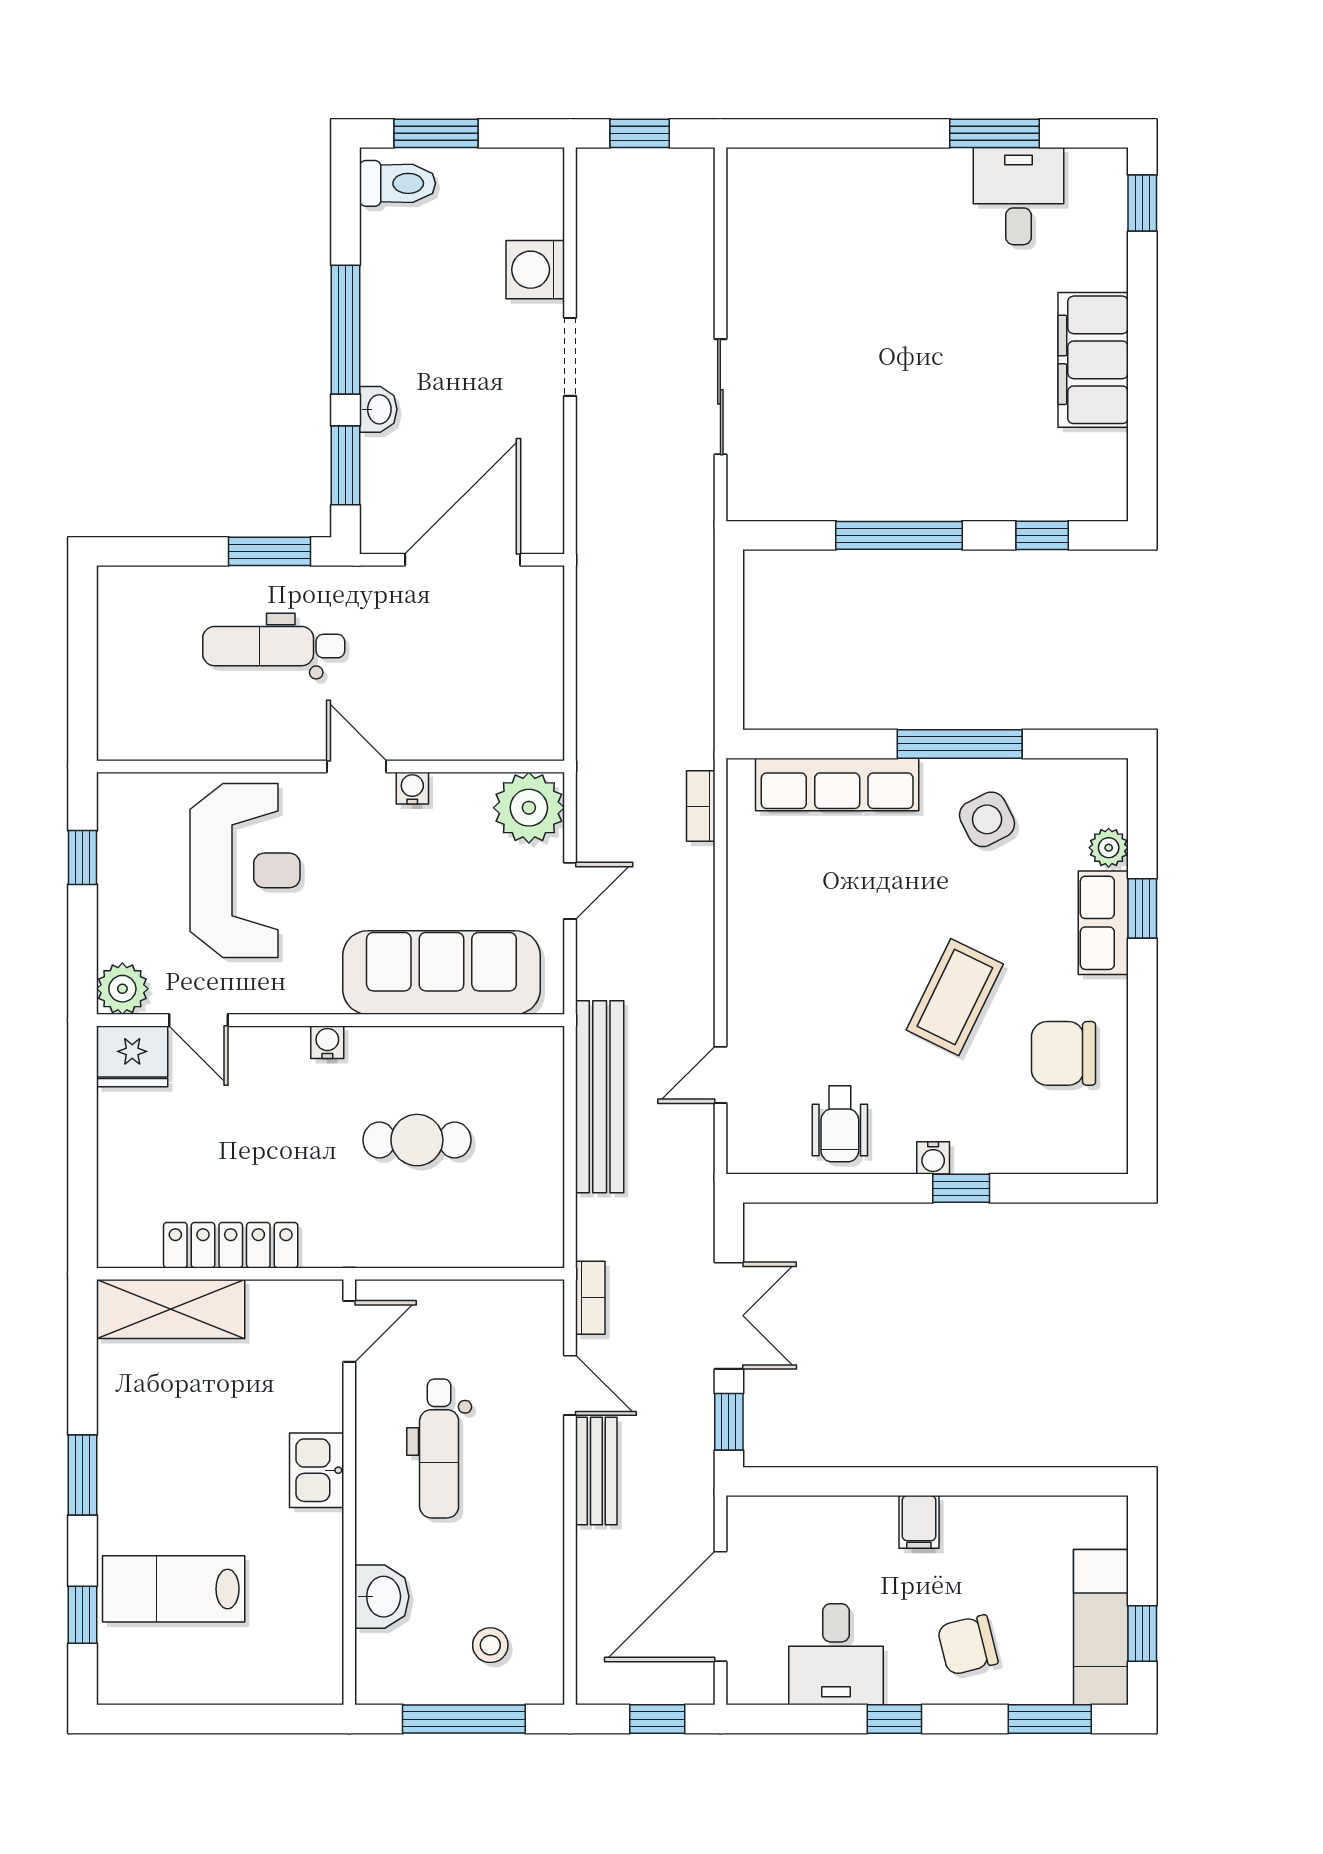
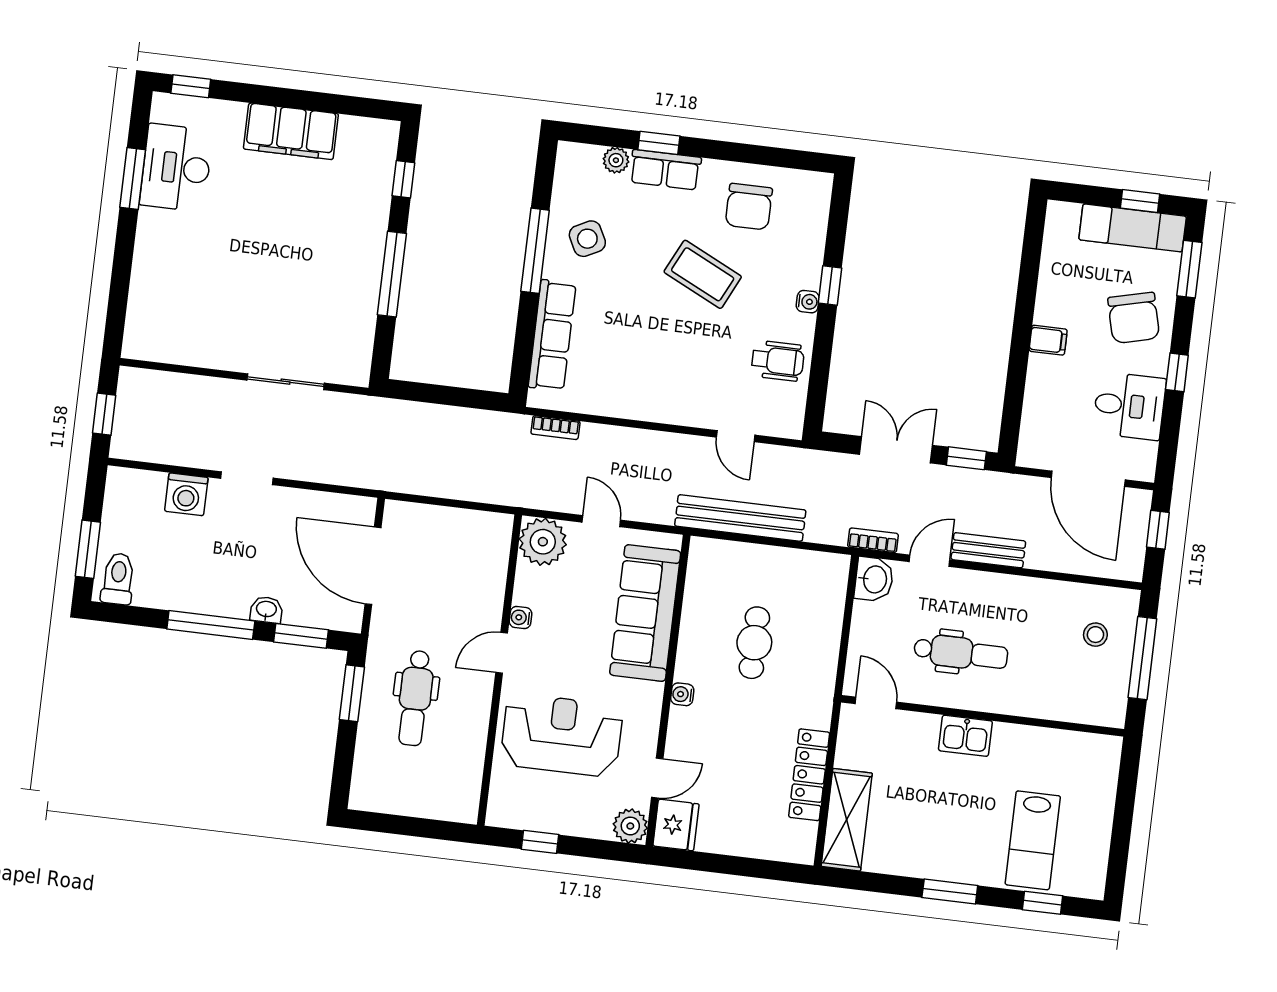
desk: (1018, 196) -> (176, 168), width x1.37
washbasin: (382, 1597) -> (874, 579), moved, turned 90
chair: (968, 1645) -> (1134, 318), width x1.37, depth x1.37

